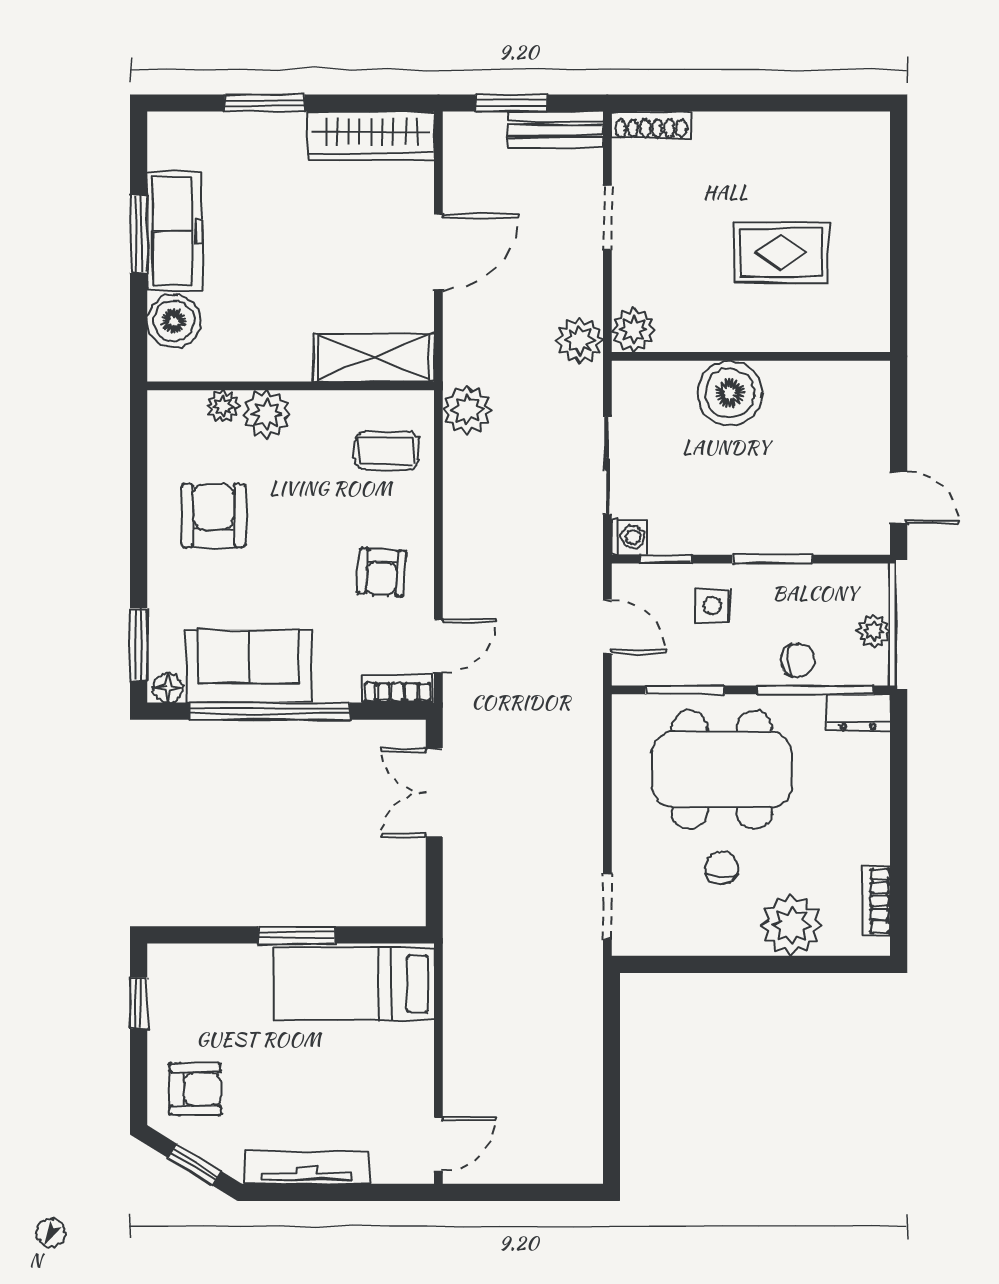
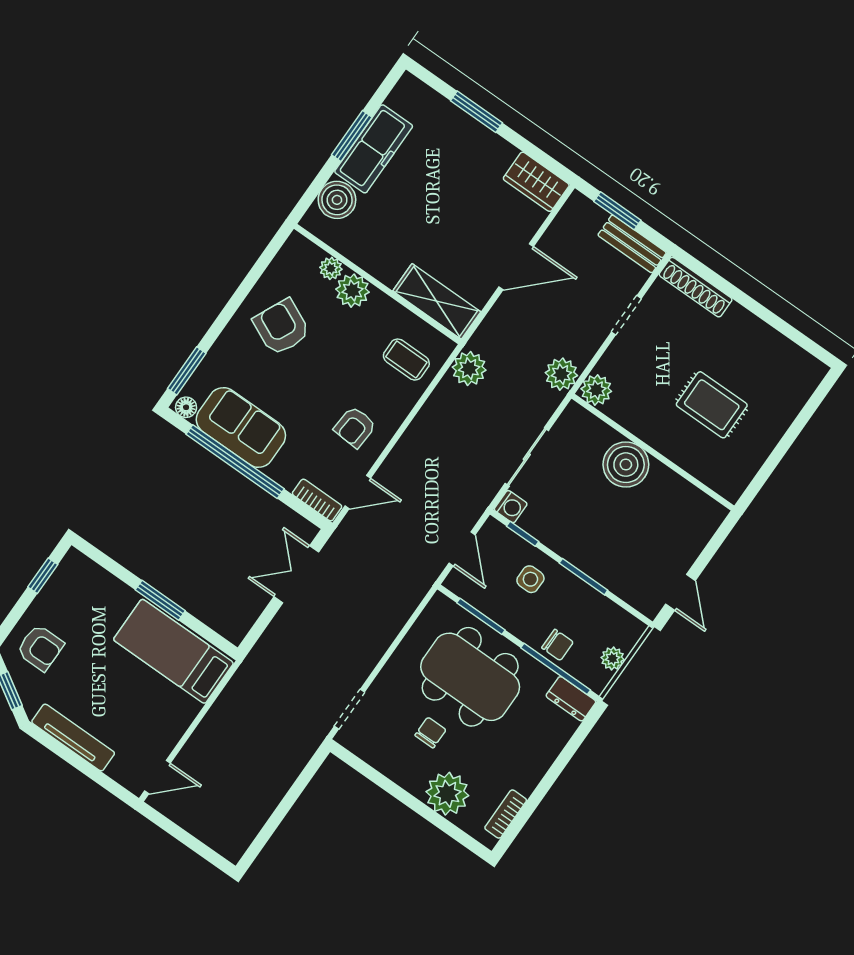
shoe rack: (651, 125) -> (696, 287), width x1.36, depth x1.24
wardrobe: (371, 136) -> (536, 182), width x0.67
armchair: (213, 515) -> (281, 327), turned -65

